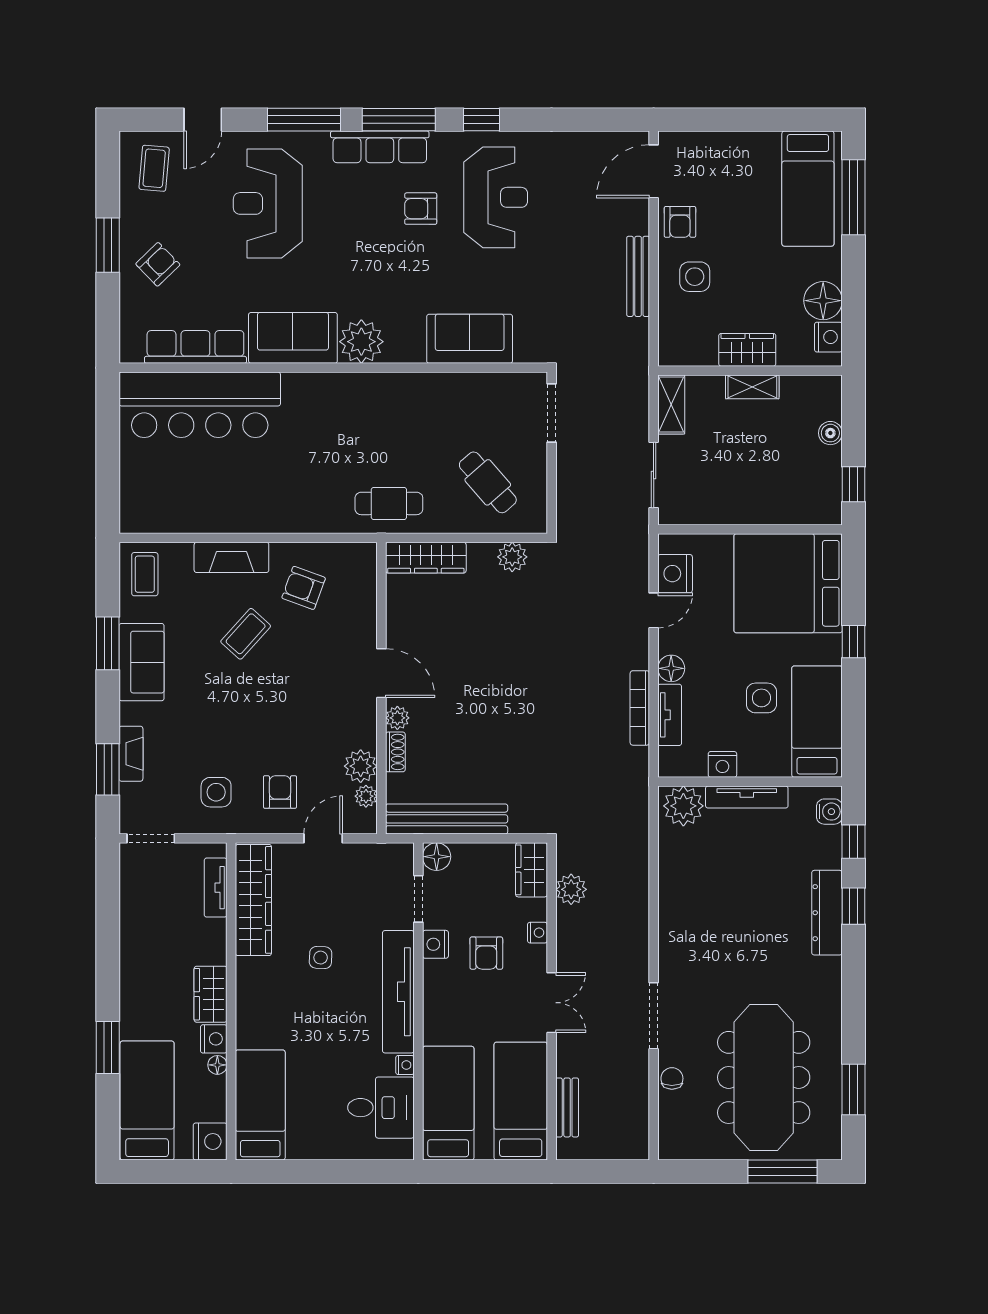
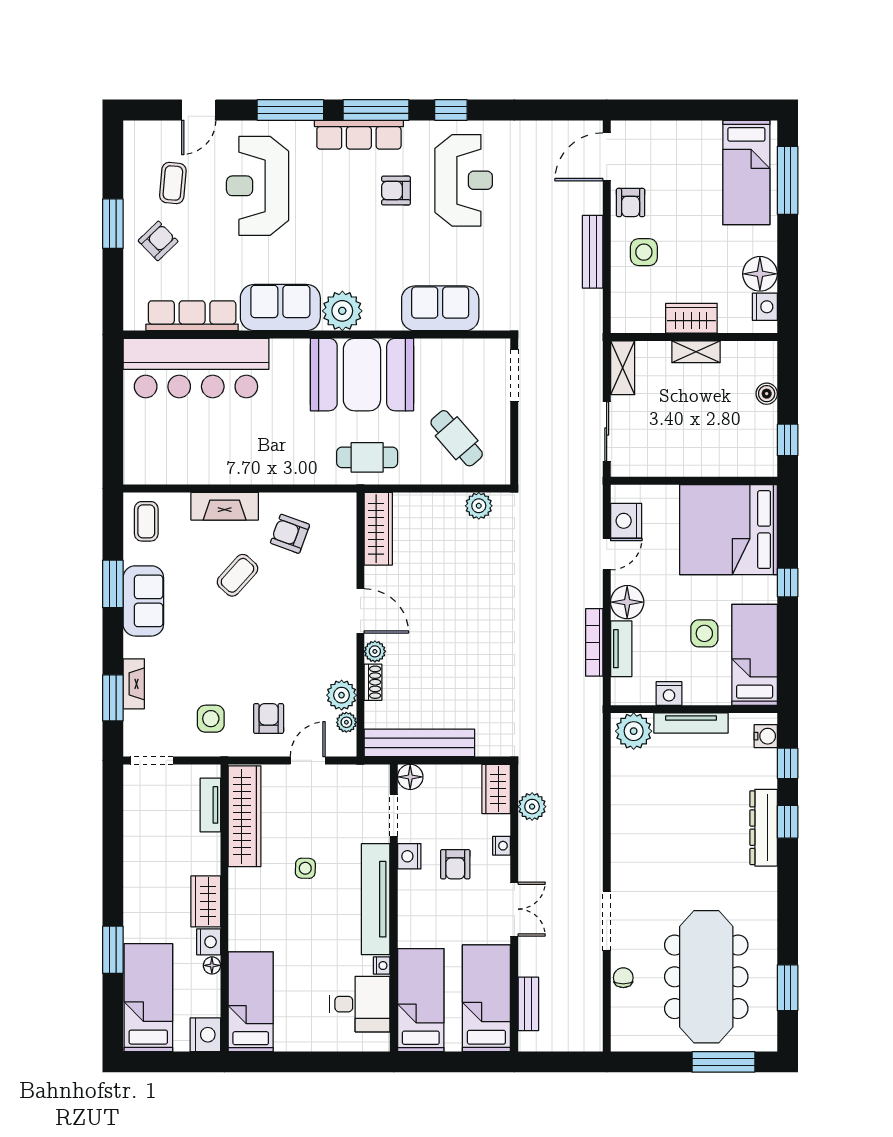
coffee table: (154, 168) -> (173, 183), moved
booth: (383, 412) -> (362, 375), added
wardrobe: (426, 558) -> (378, 529), moved, turned -90
floor lamp: (671, 668) -> (627, 602), width x1.38, depth x1.38

